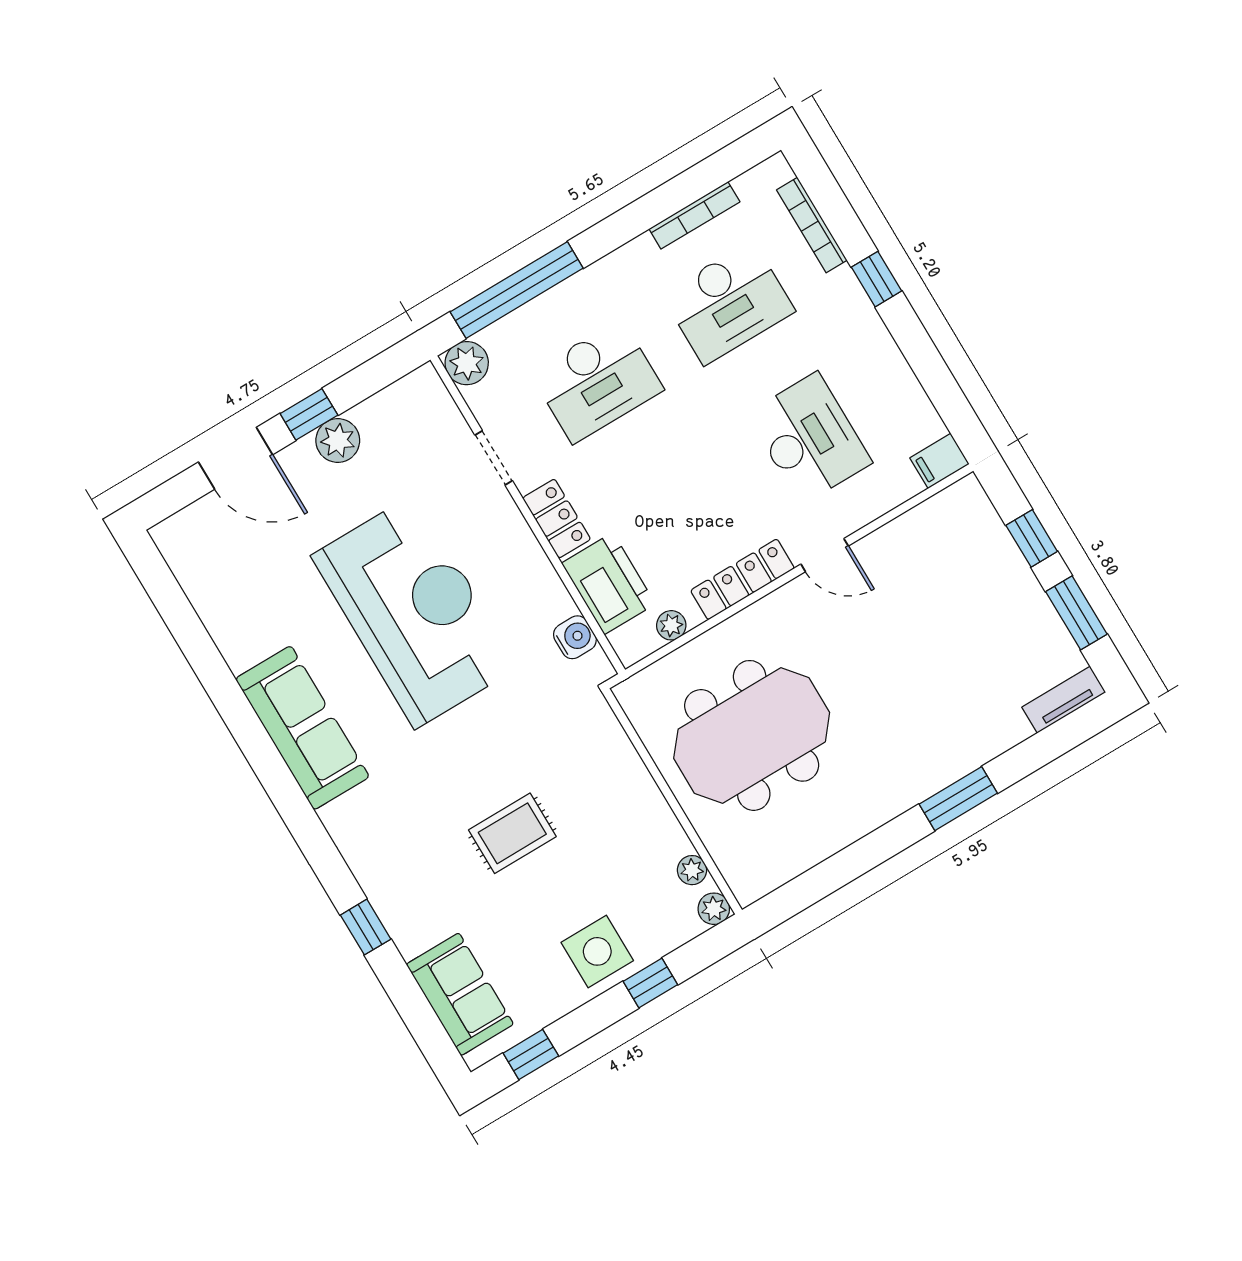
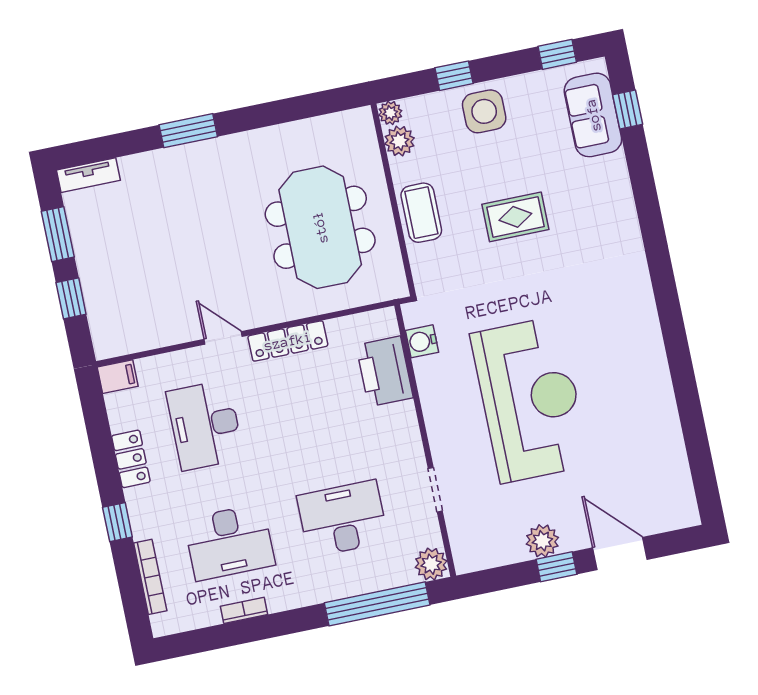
bookcase: (694, 215) -> (244, 610), width x0.64
desk: (728, 303) -> (229, 542), turned 180
locker: (557, 519) -> (131, 459), moved, turned 180
reception desk: (415, 612) -> (530, 400), turned 180
plant: (671, 625) -> (350, 326), removed
sofa: (302, 728) -> (639, 345), removed
meeting table: (752, 735) -> (320, 227), turned 90
coffee table: (632, 798) -> (421, 213), added
plant: (692, 870) -> (399, 141), width x1.38, depth x1.38
window: (366, 927) -> (628, 110), moved

